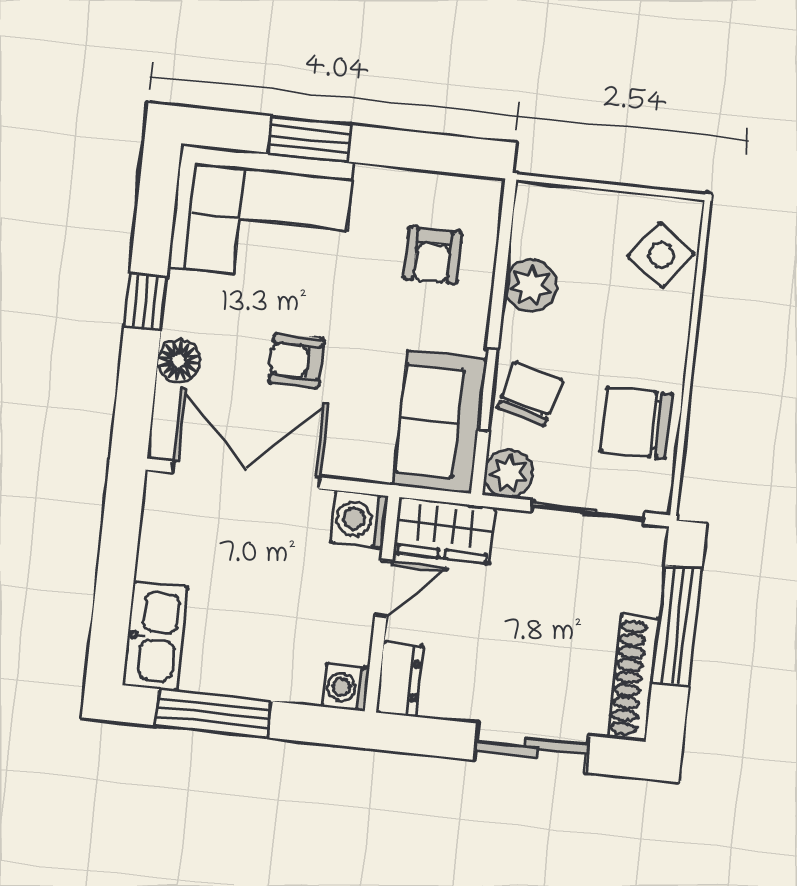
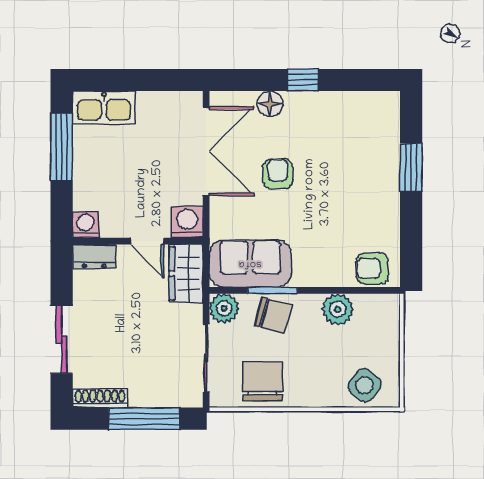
corner sofa: (261, 215) -> (363, 143), removed
armchair: (433, 255) -> (372, 268), moved
shoe rack: (633, 678) -> (100, 398), width x0.74, depth x0.81

